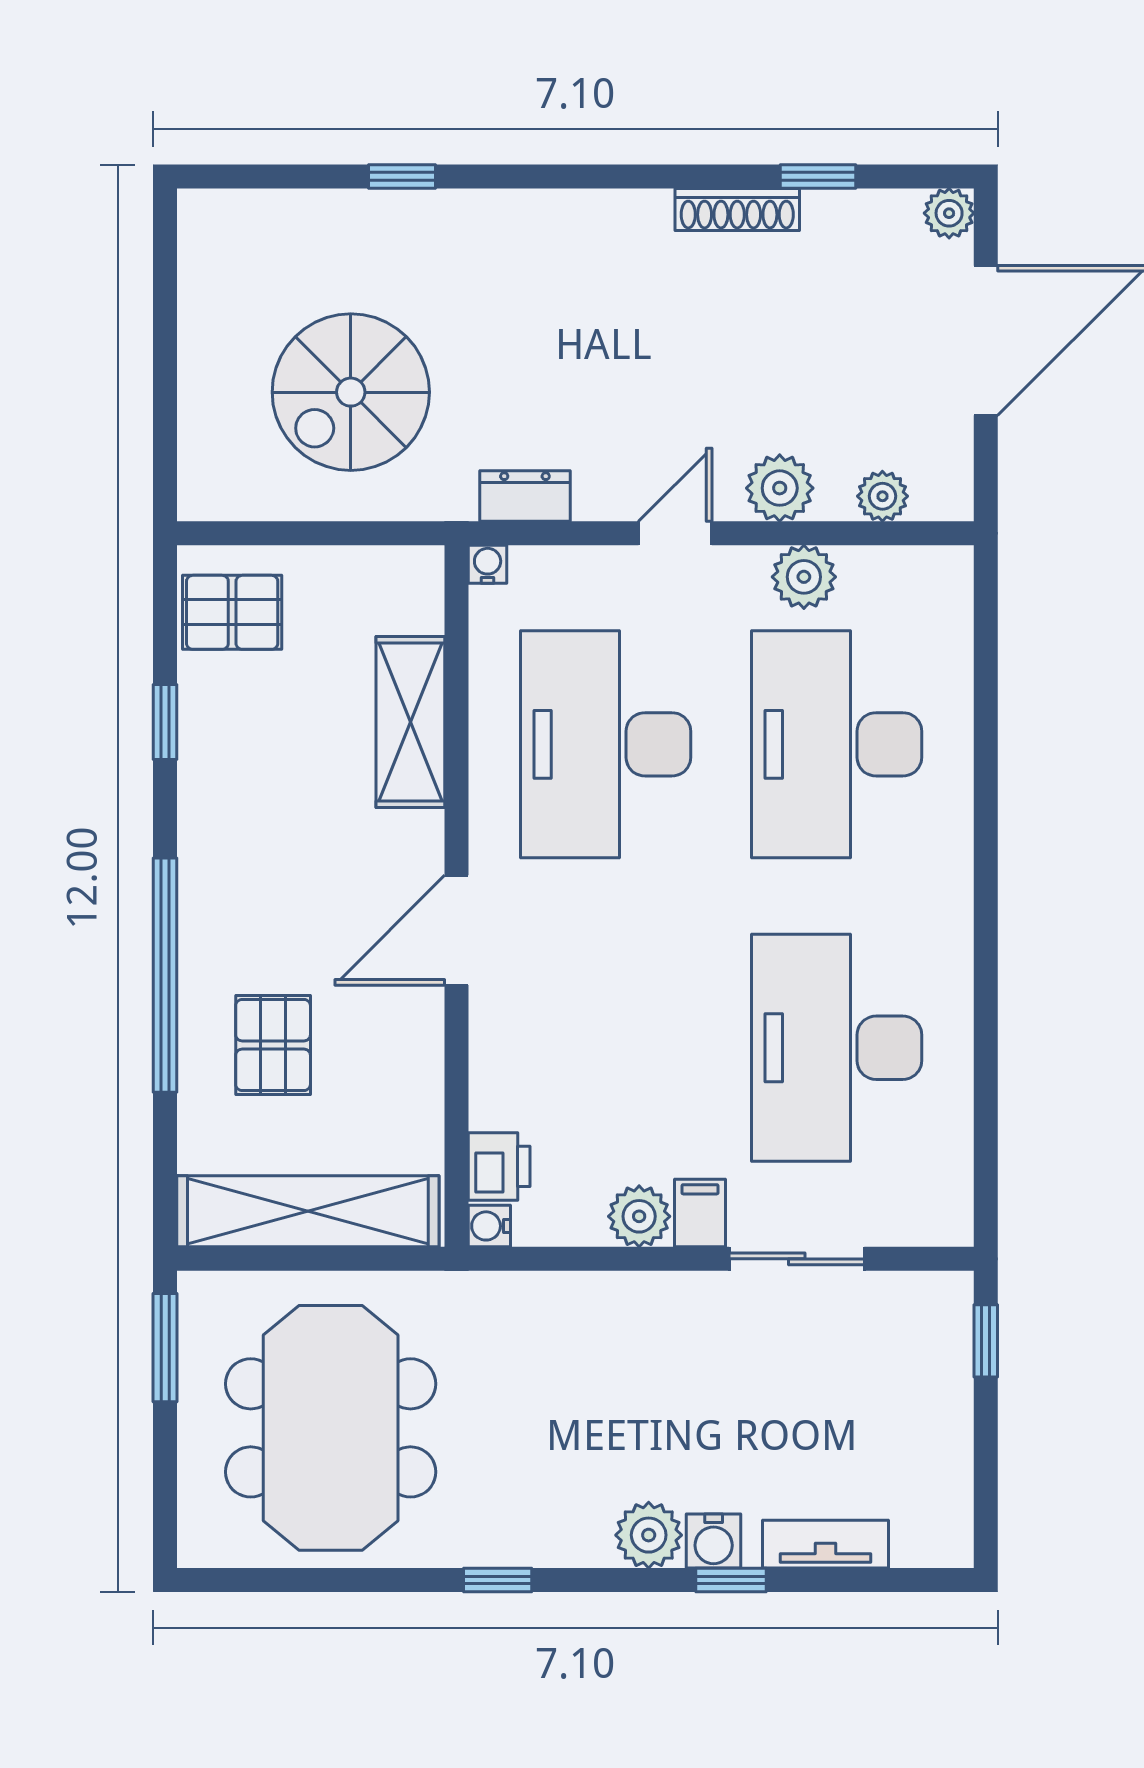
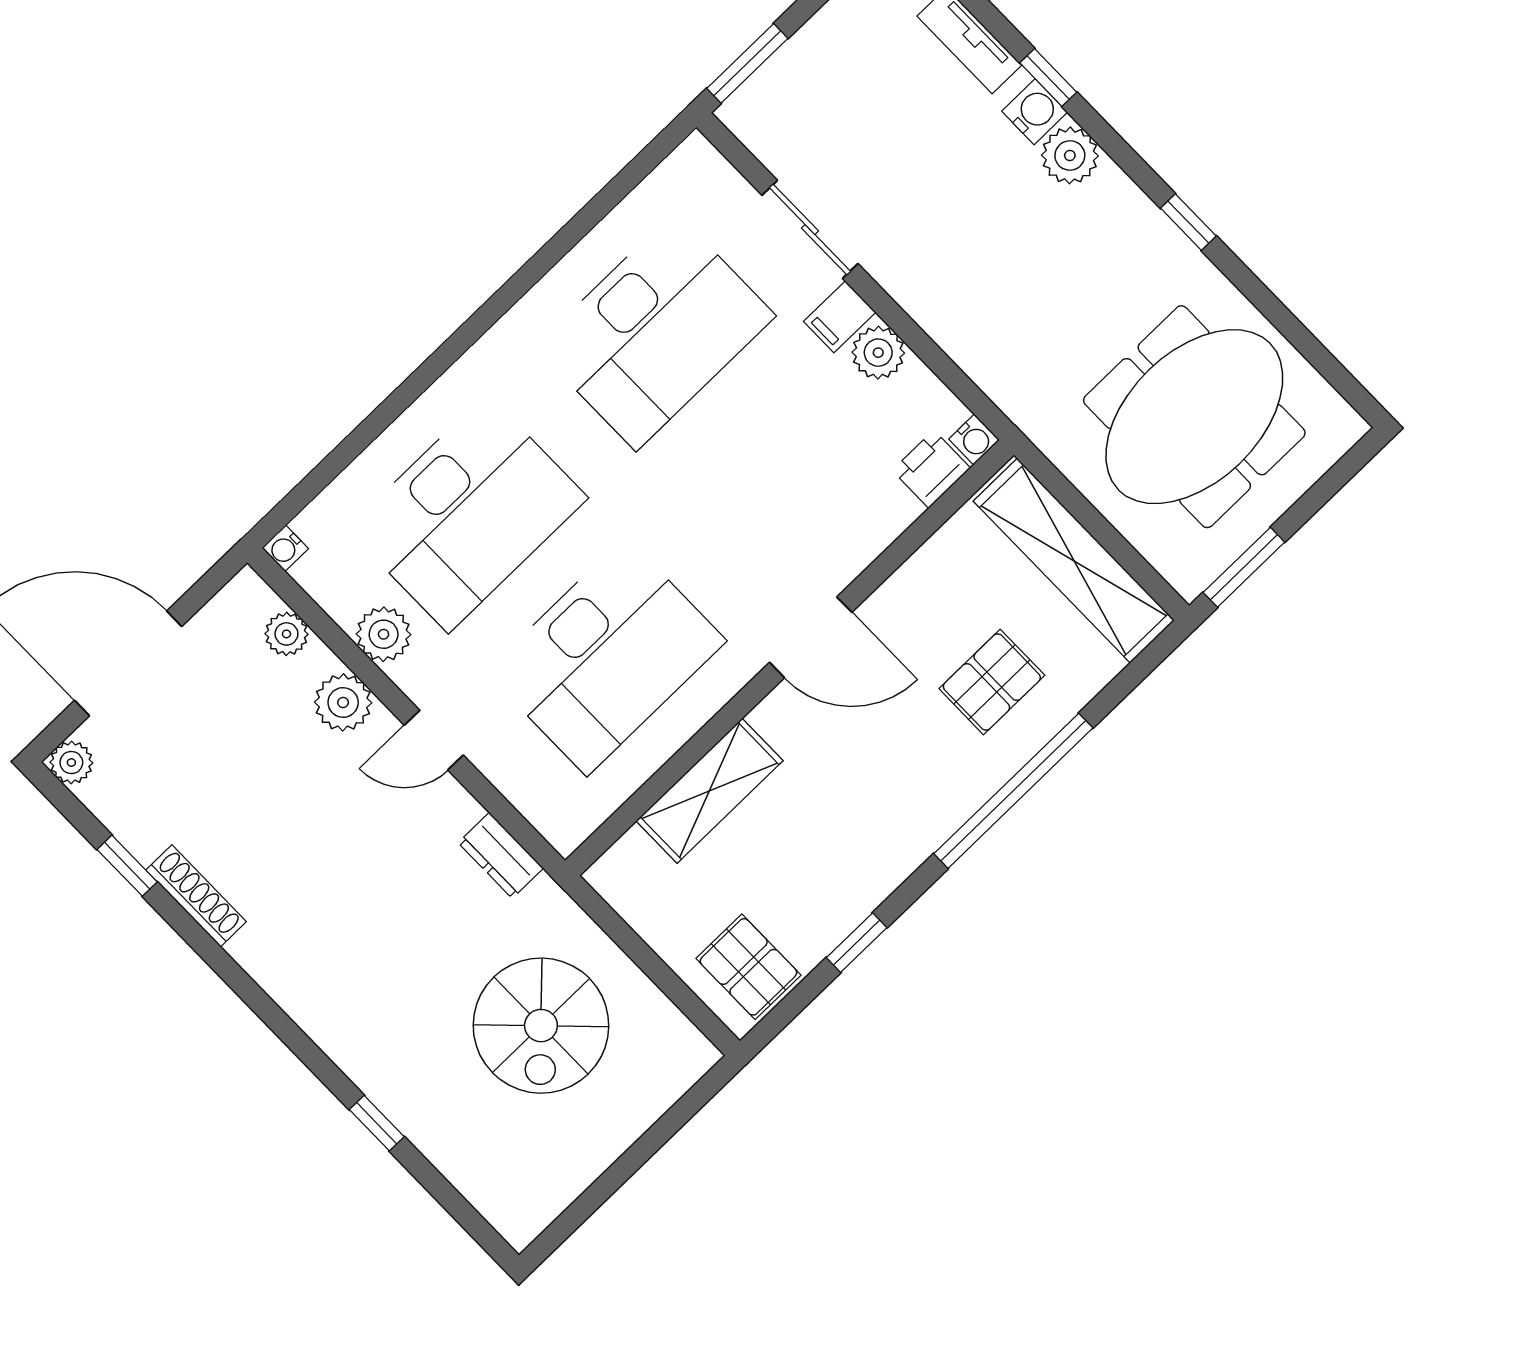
spiral stairs: (351, 392) -> (541, 1026), turned 90
water cooler: (488, 564) -> (285, 548), moved
window: (986, 1341) -> (747, 63), width x1.50

